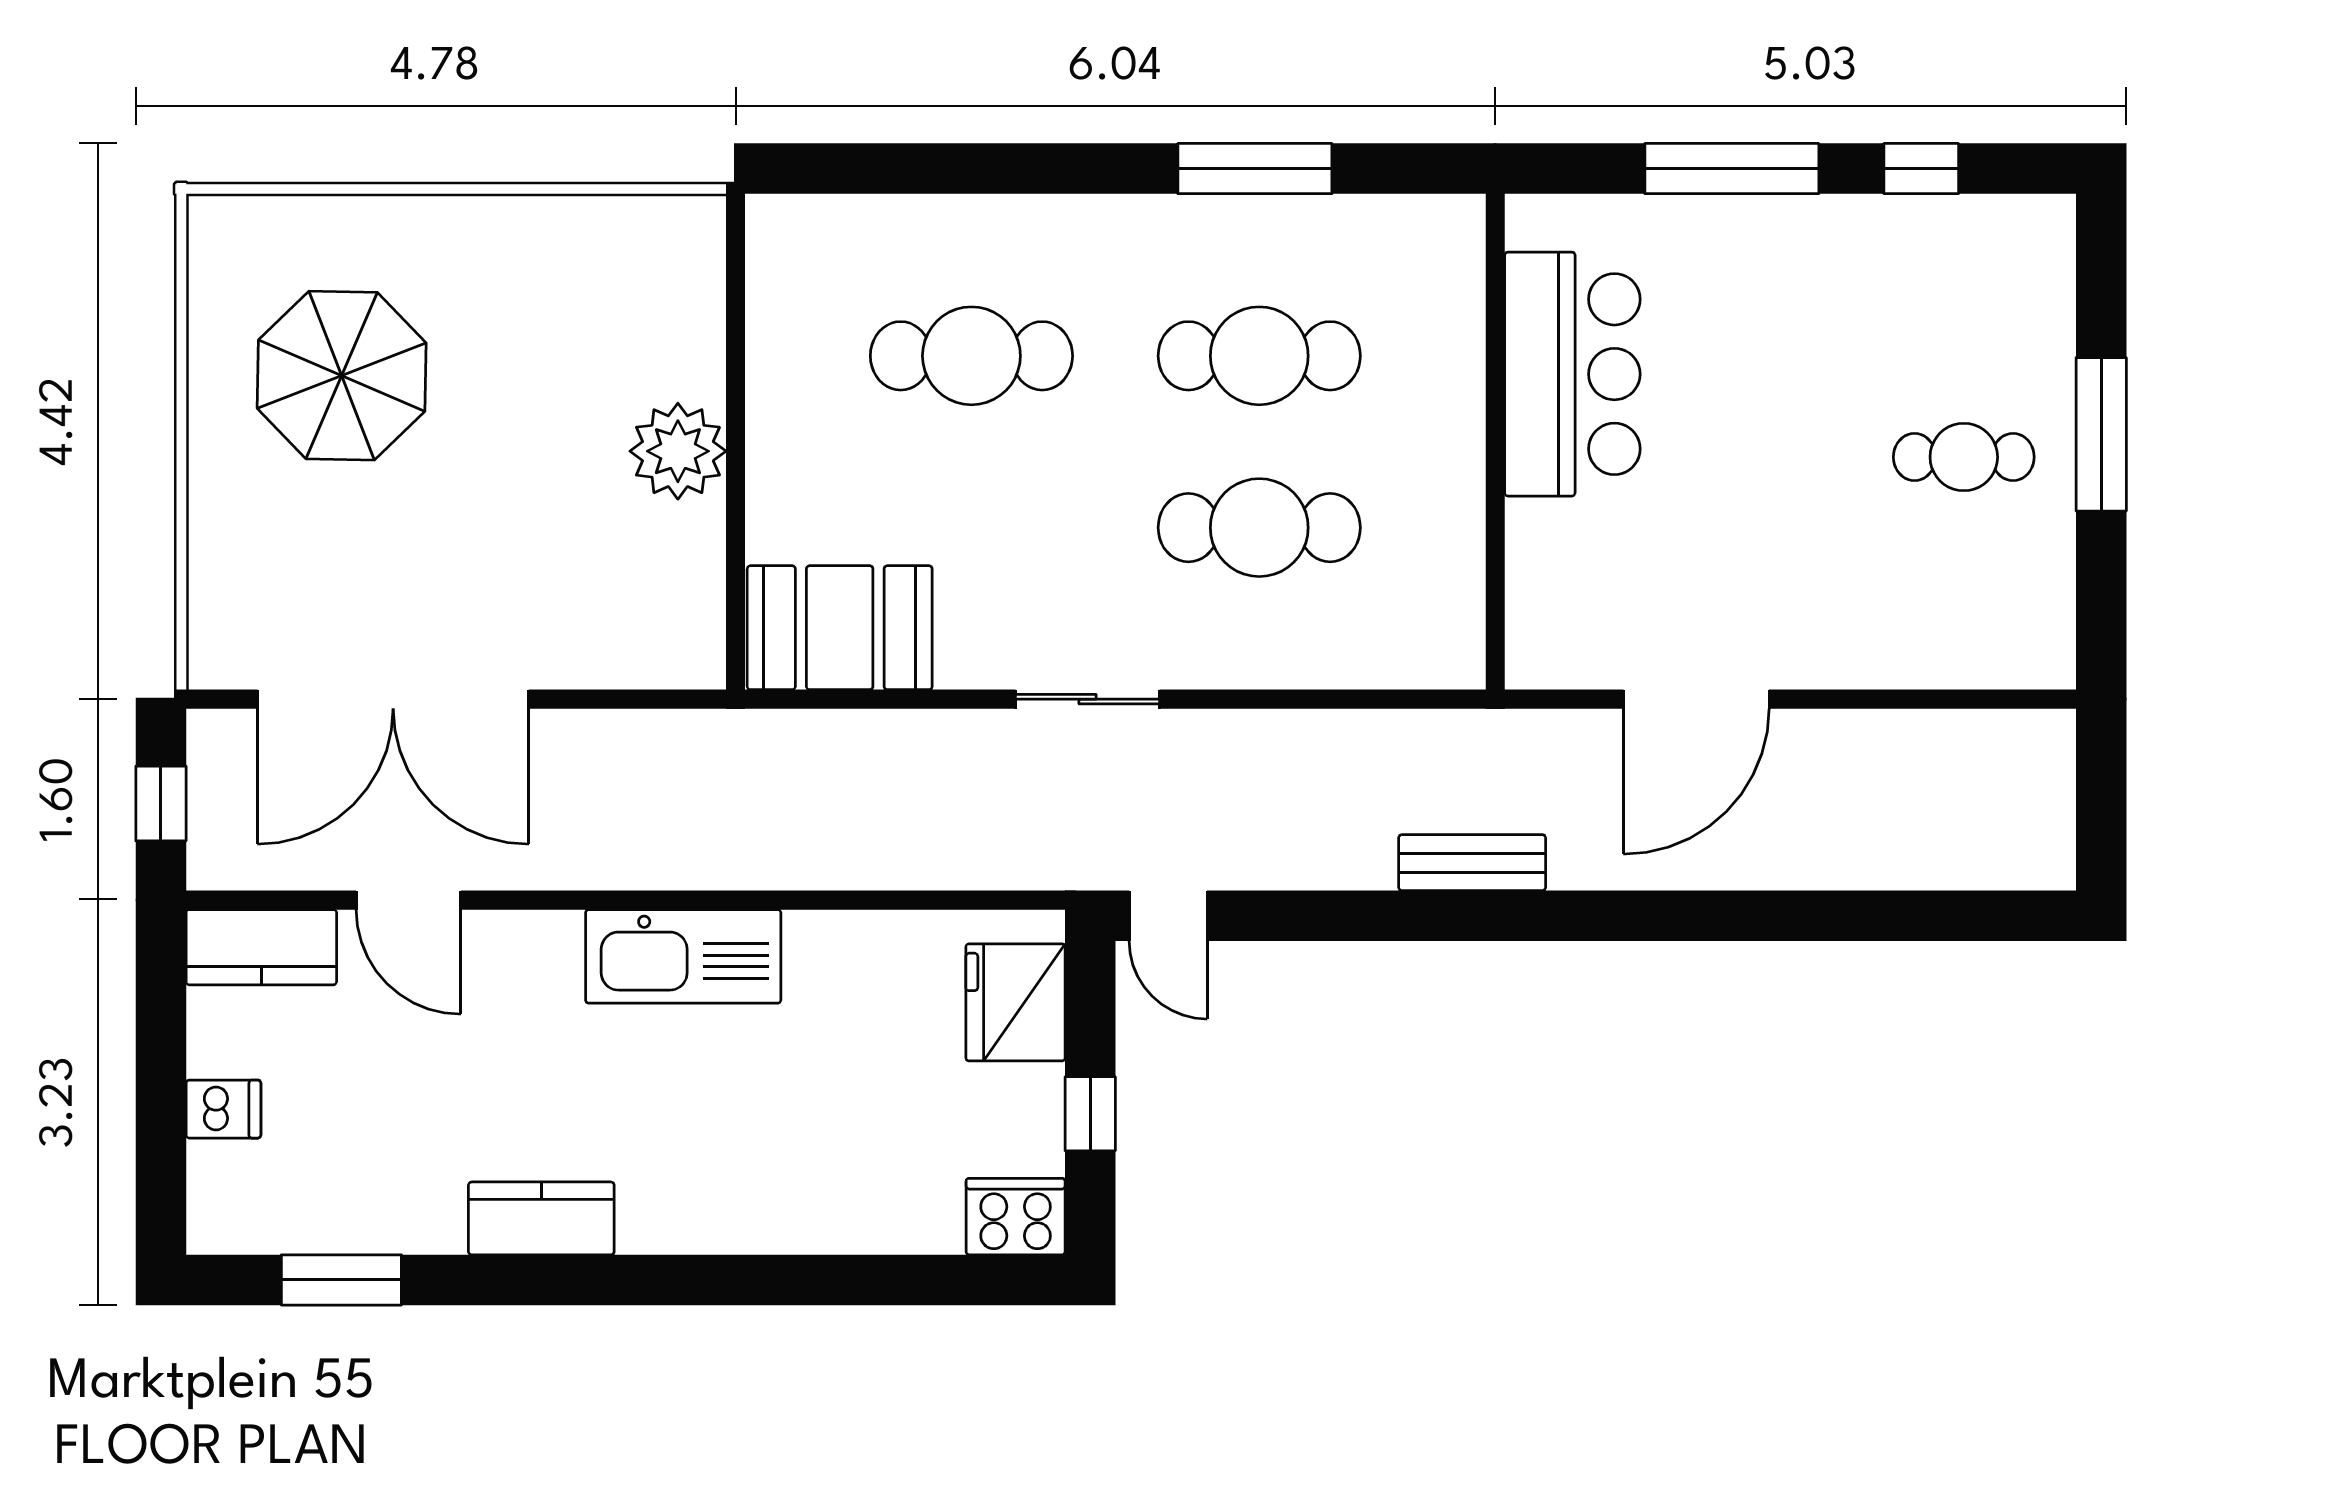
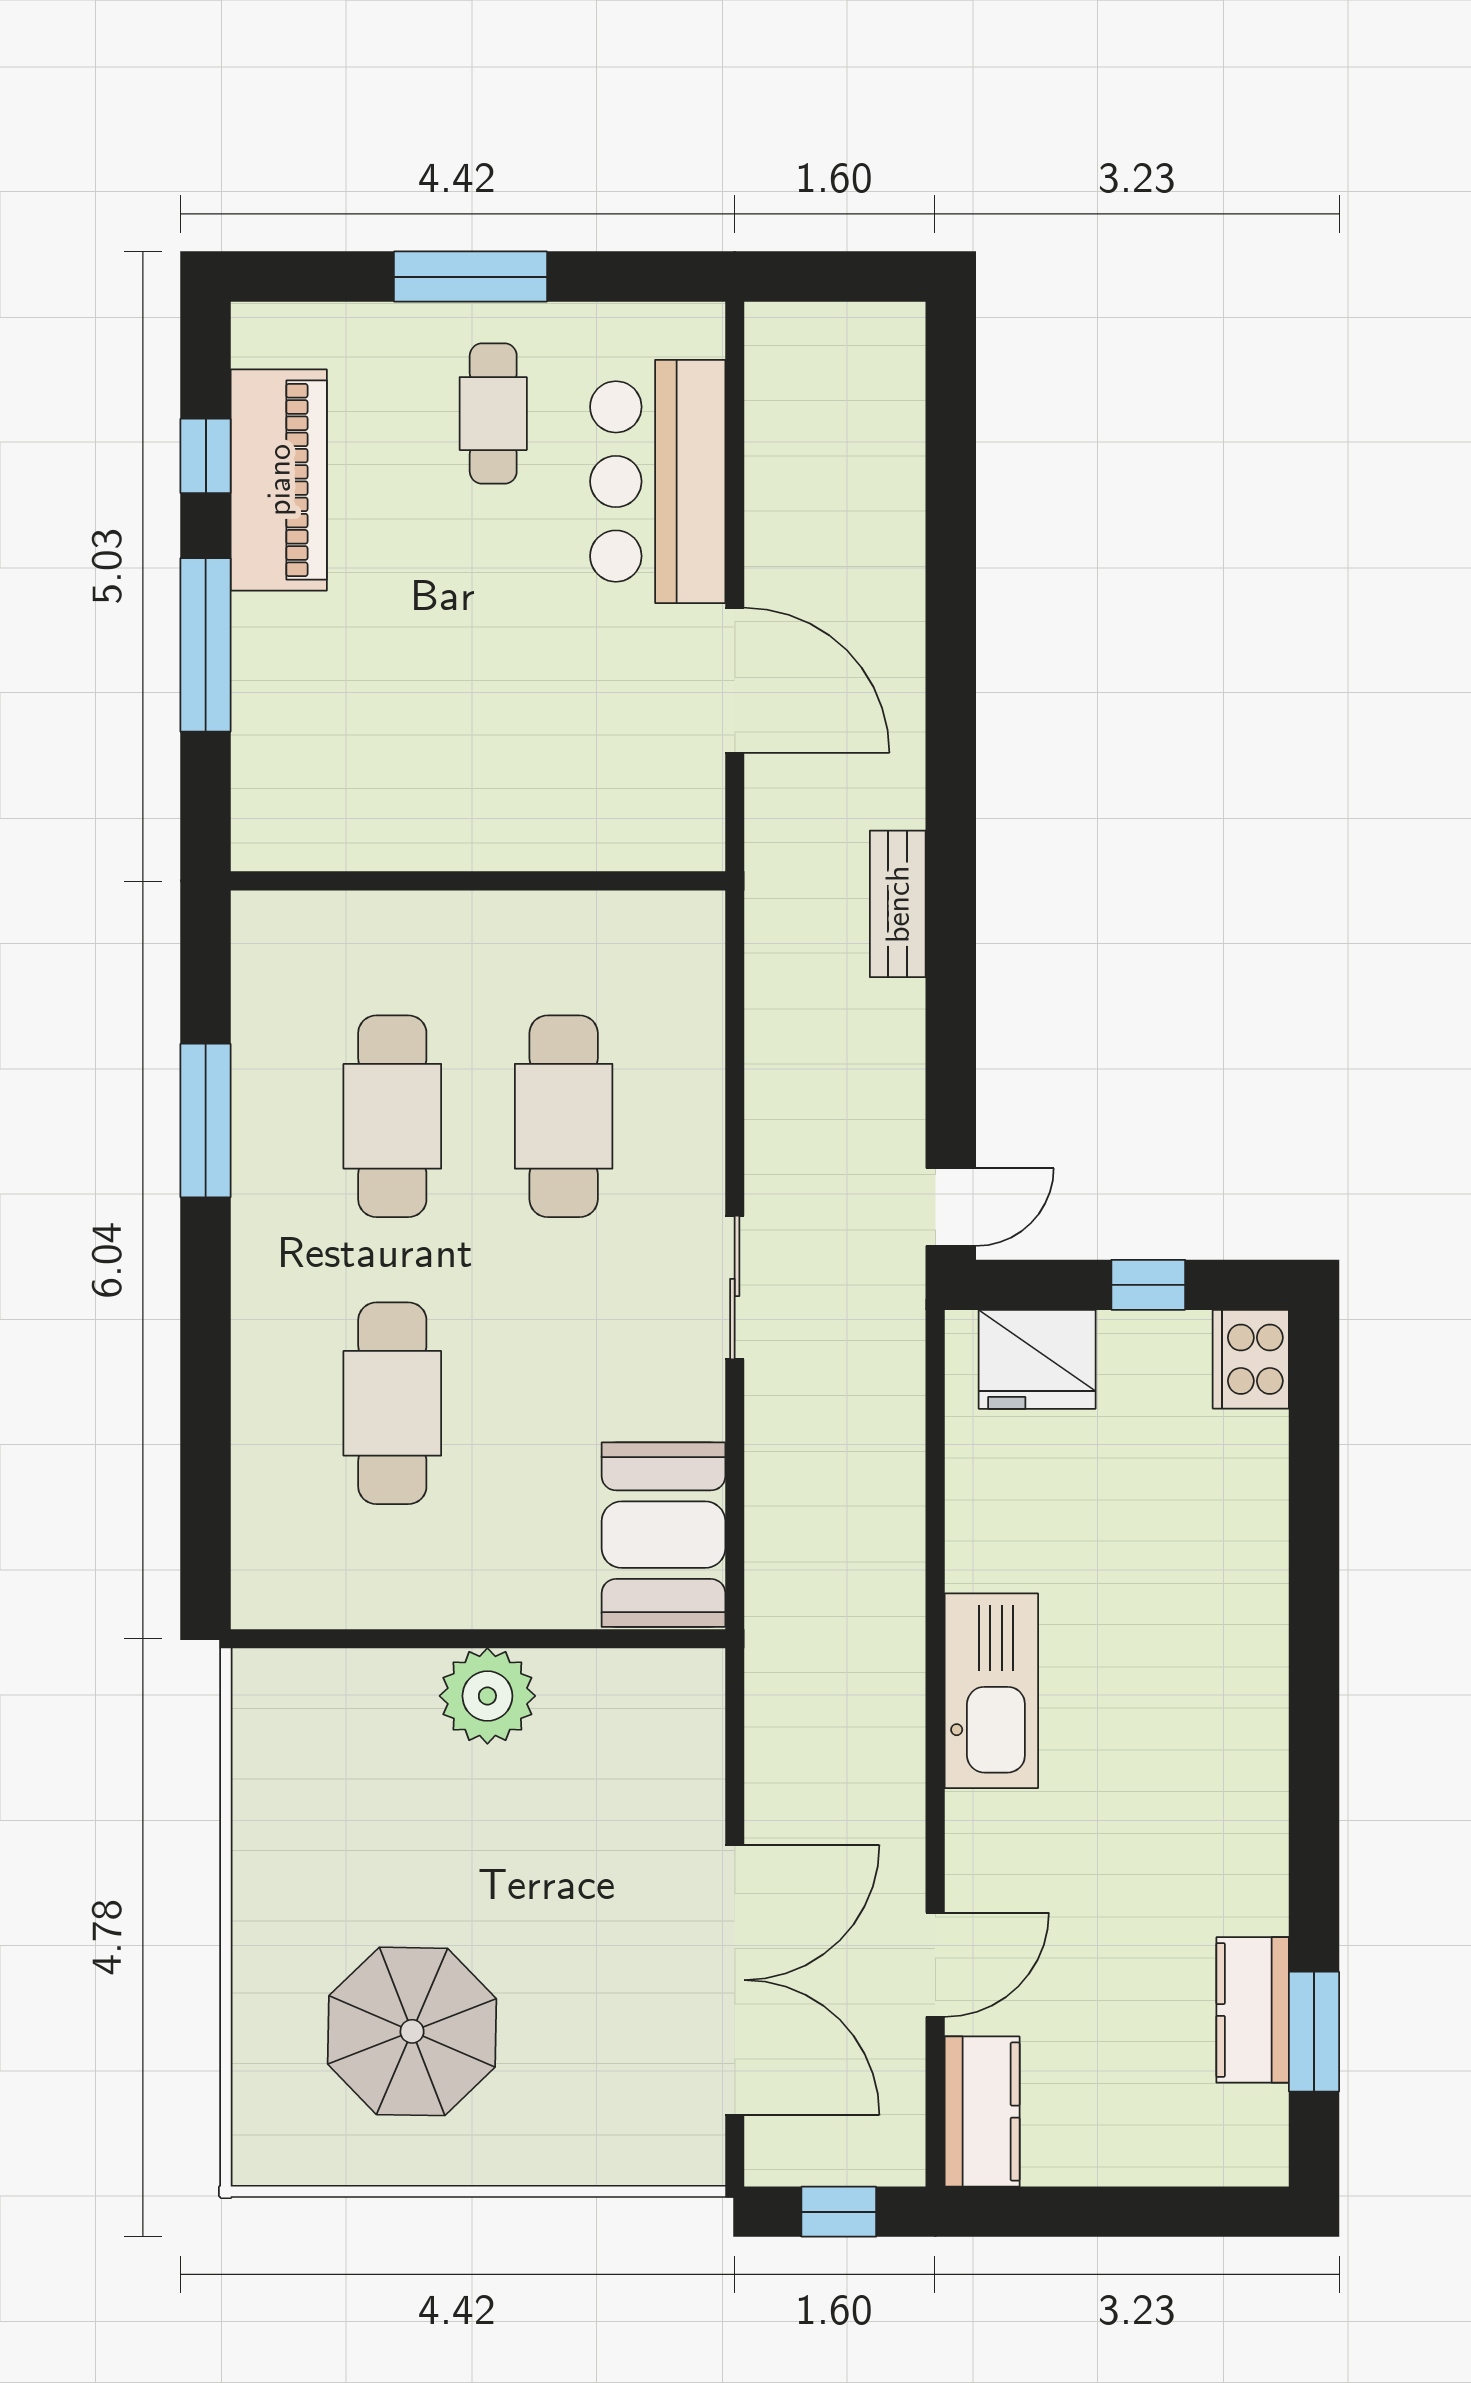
piano: (1897, 242) -> (279, 480), added
bar counter: (1572, 374) -> (658, 481), moved, turned -90
dishwasher: (223, 1109) -> (1144, 2149), removed
kitchen counter: (541, 1218) -> (1253, 2010), moved

